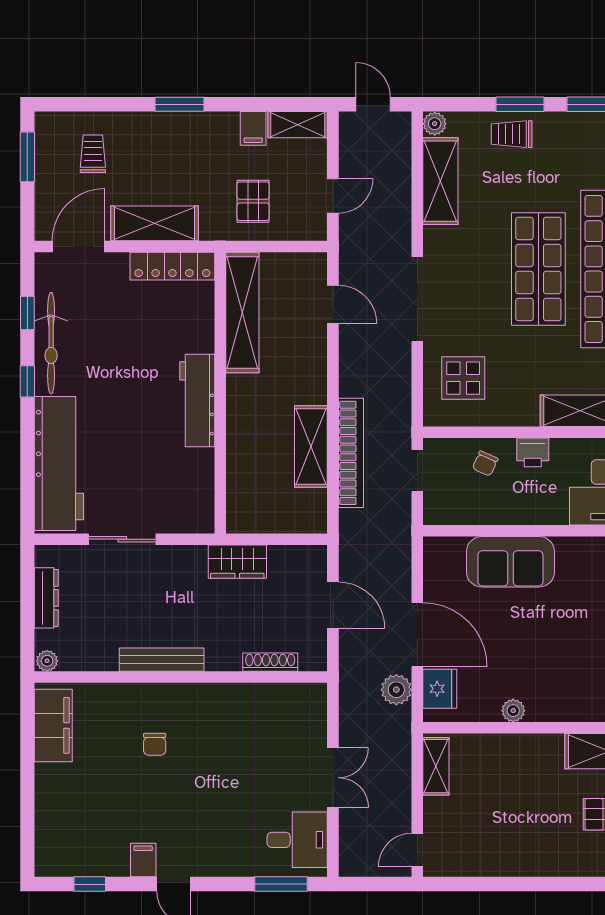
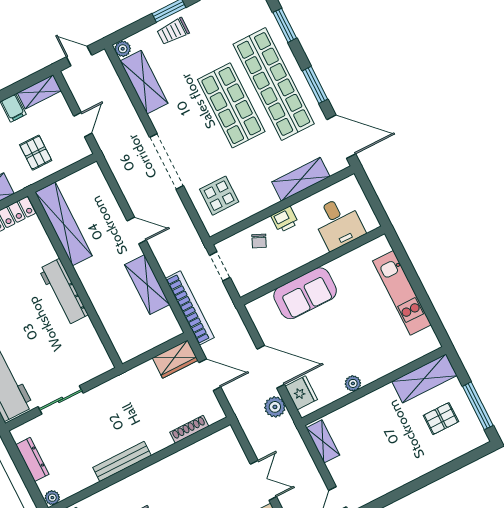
door: (333, 304) -> (137, 231), moved
bookcase: (351, 453) -> (190, 308), moved
wardrobe: (237, 562) -> (175, 359), moved

